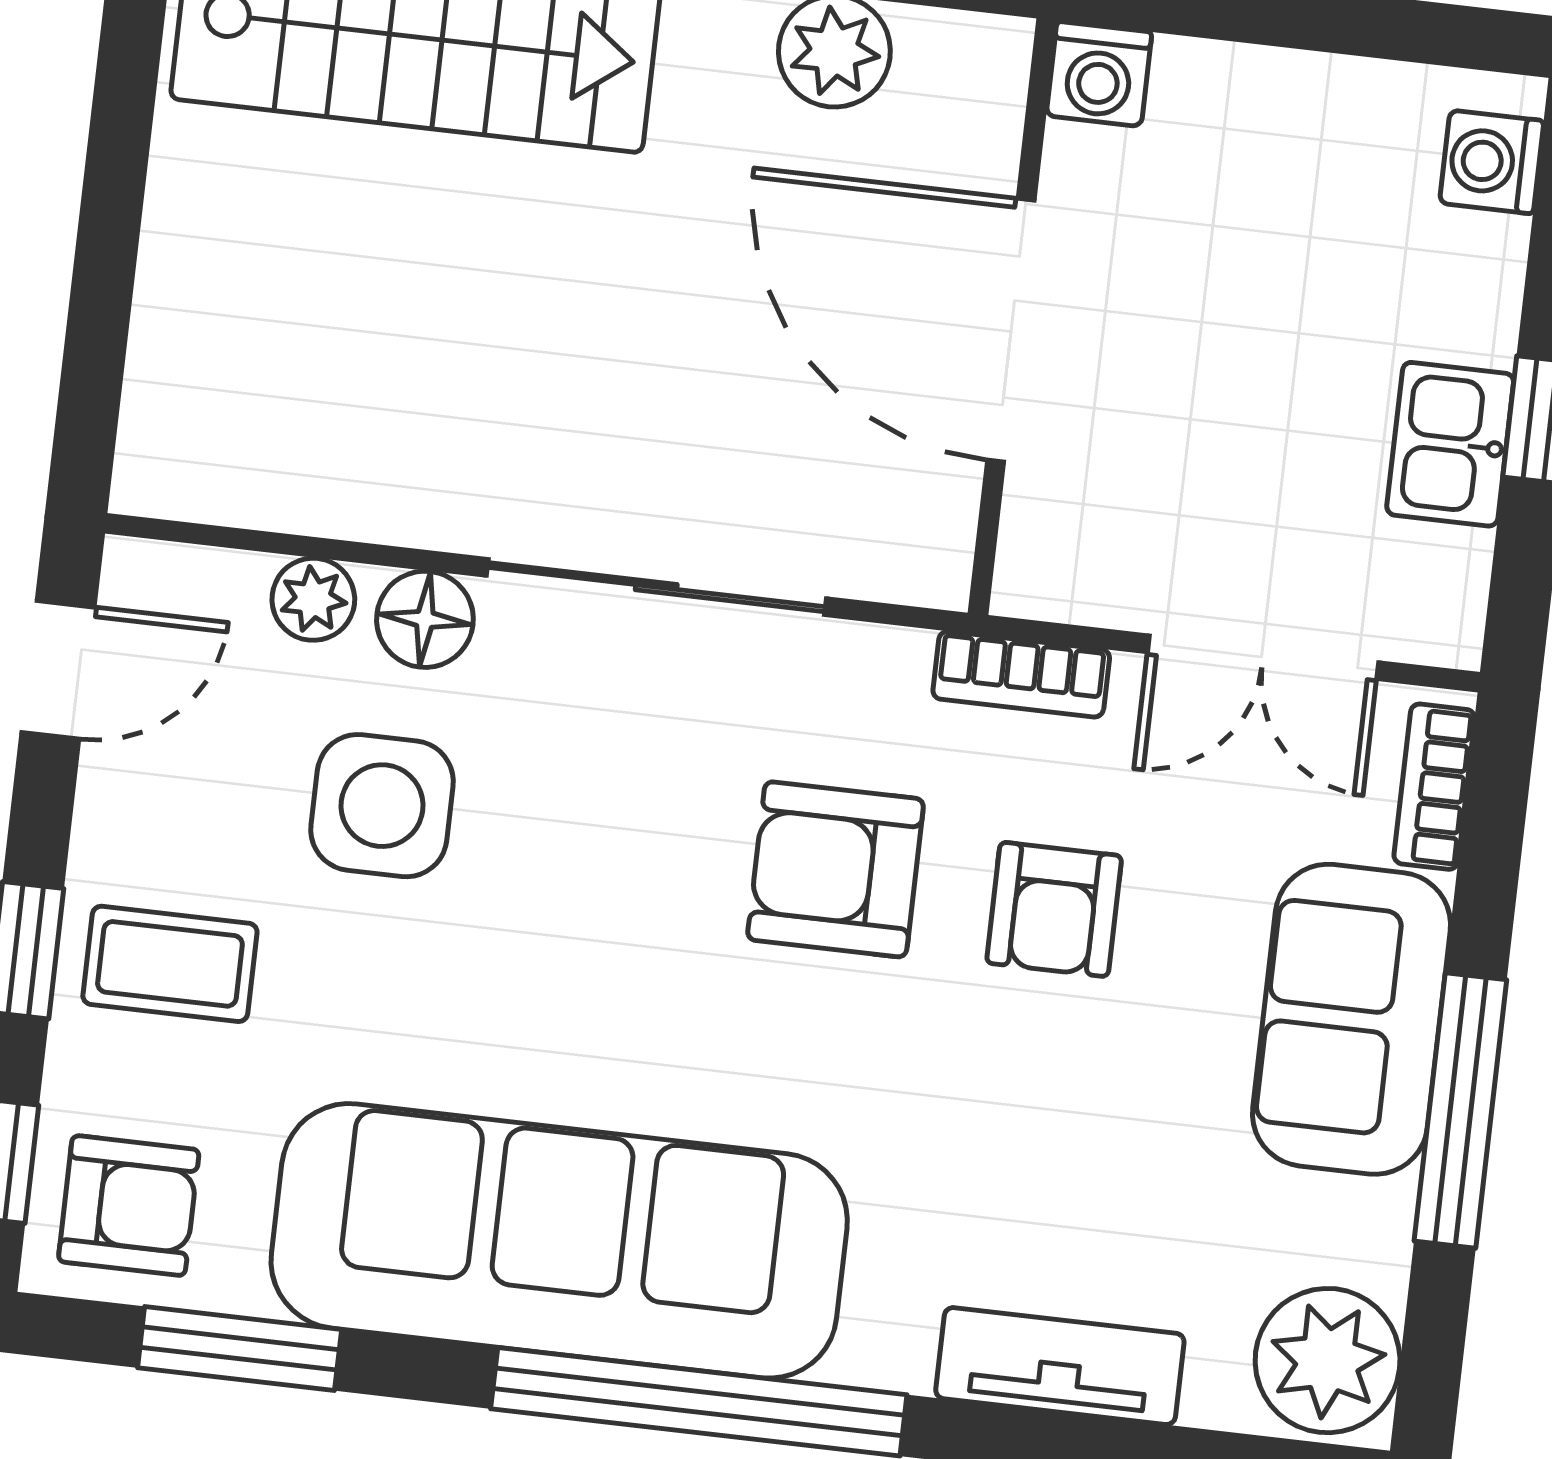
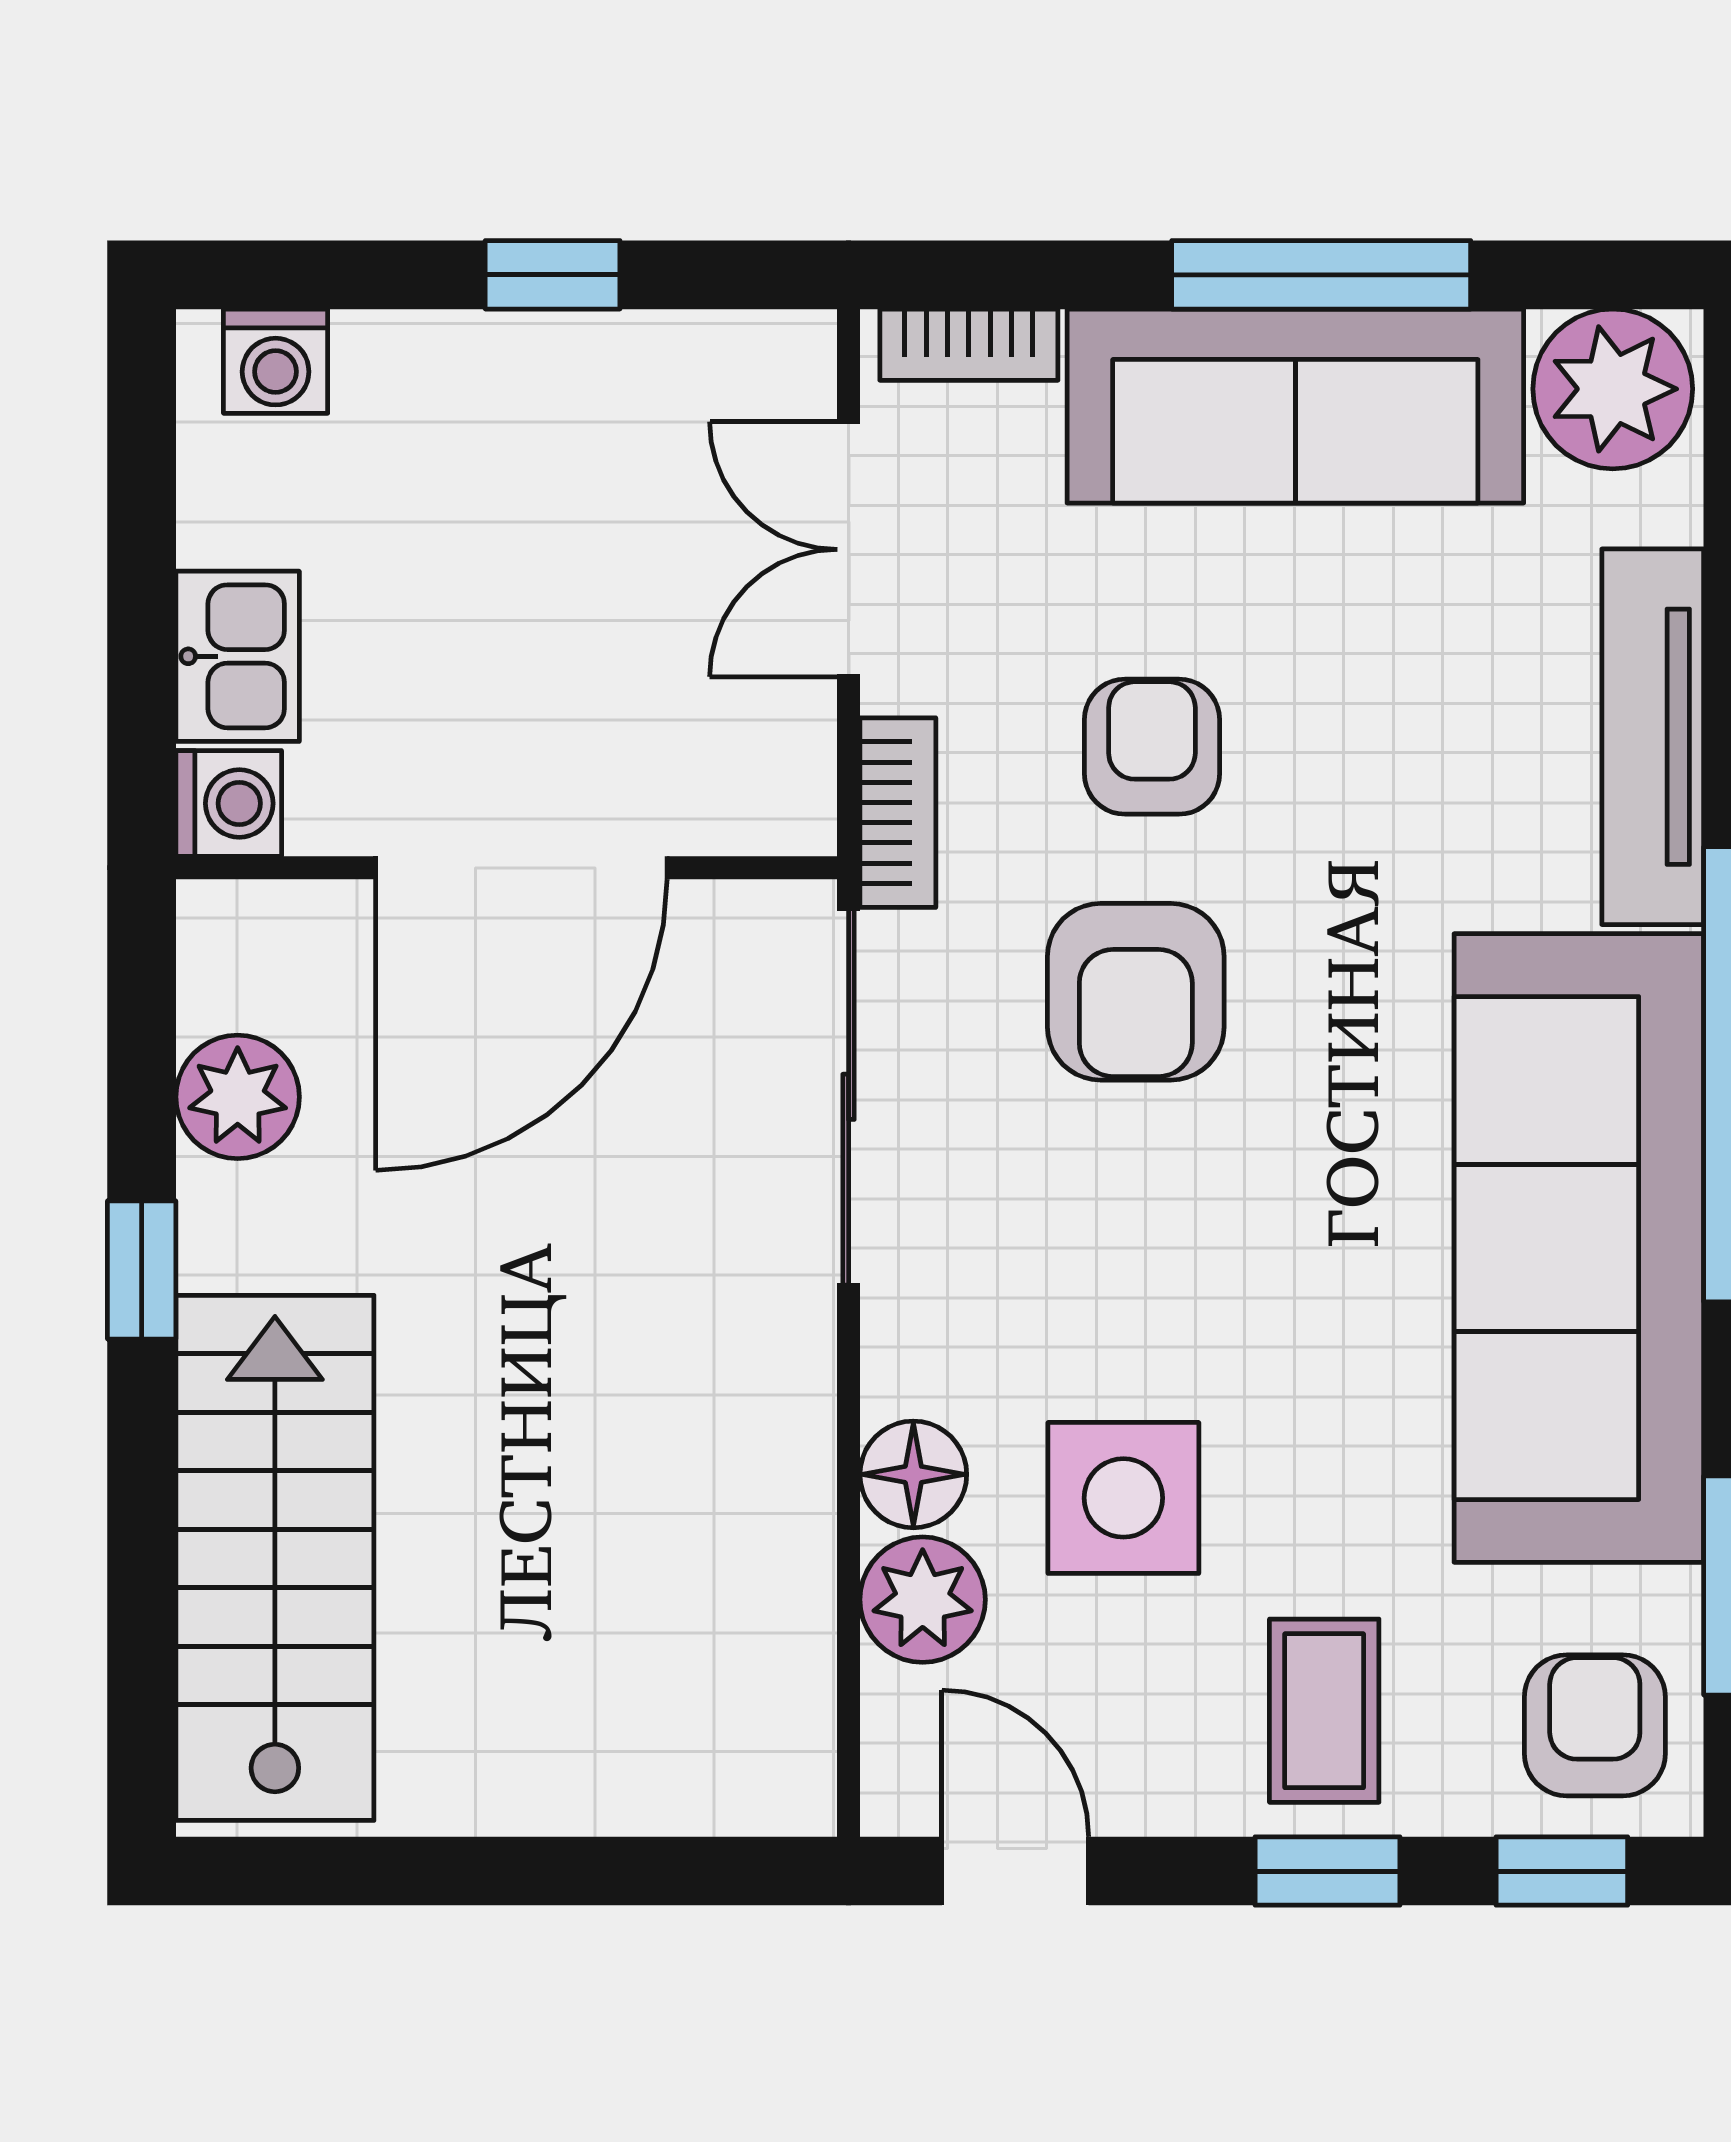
kitchen sink: (1450, 444) -> (238, 656), moved, turned -90
sliding door: (656, 587) -> (849, 1097), moved
plant: (313, 599) -> (923, 1600), width x1.38, depth x1.38
double door: (1263, 657) -> (849, 549), swing flipped
armchair: (1054, 909) -> (1152, 747), turned -90
sofa: (1352, 1019) -> (1295, 406), width x1.36
tv unit: (1060, 1366) -> (1653, 737), width x1.41

